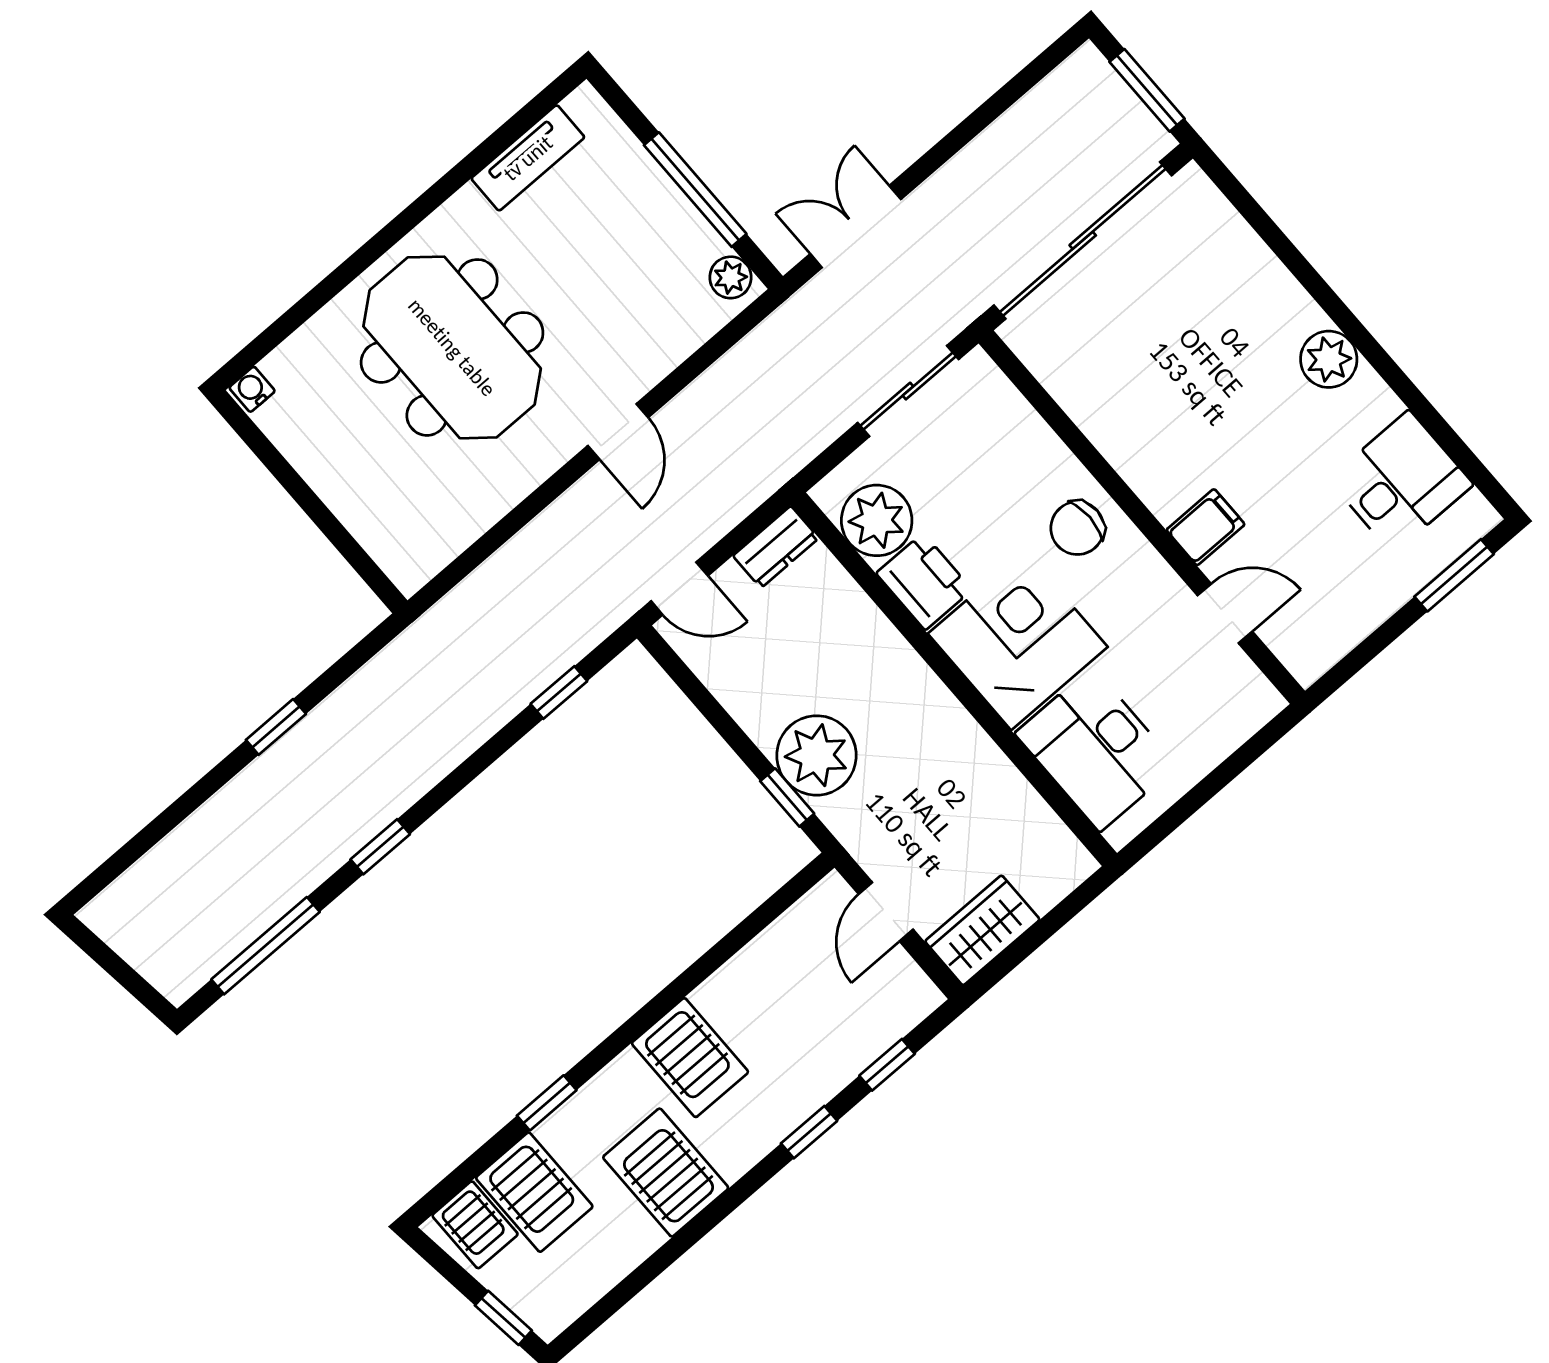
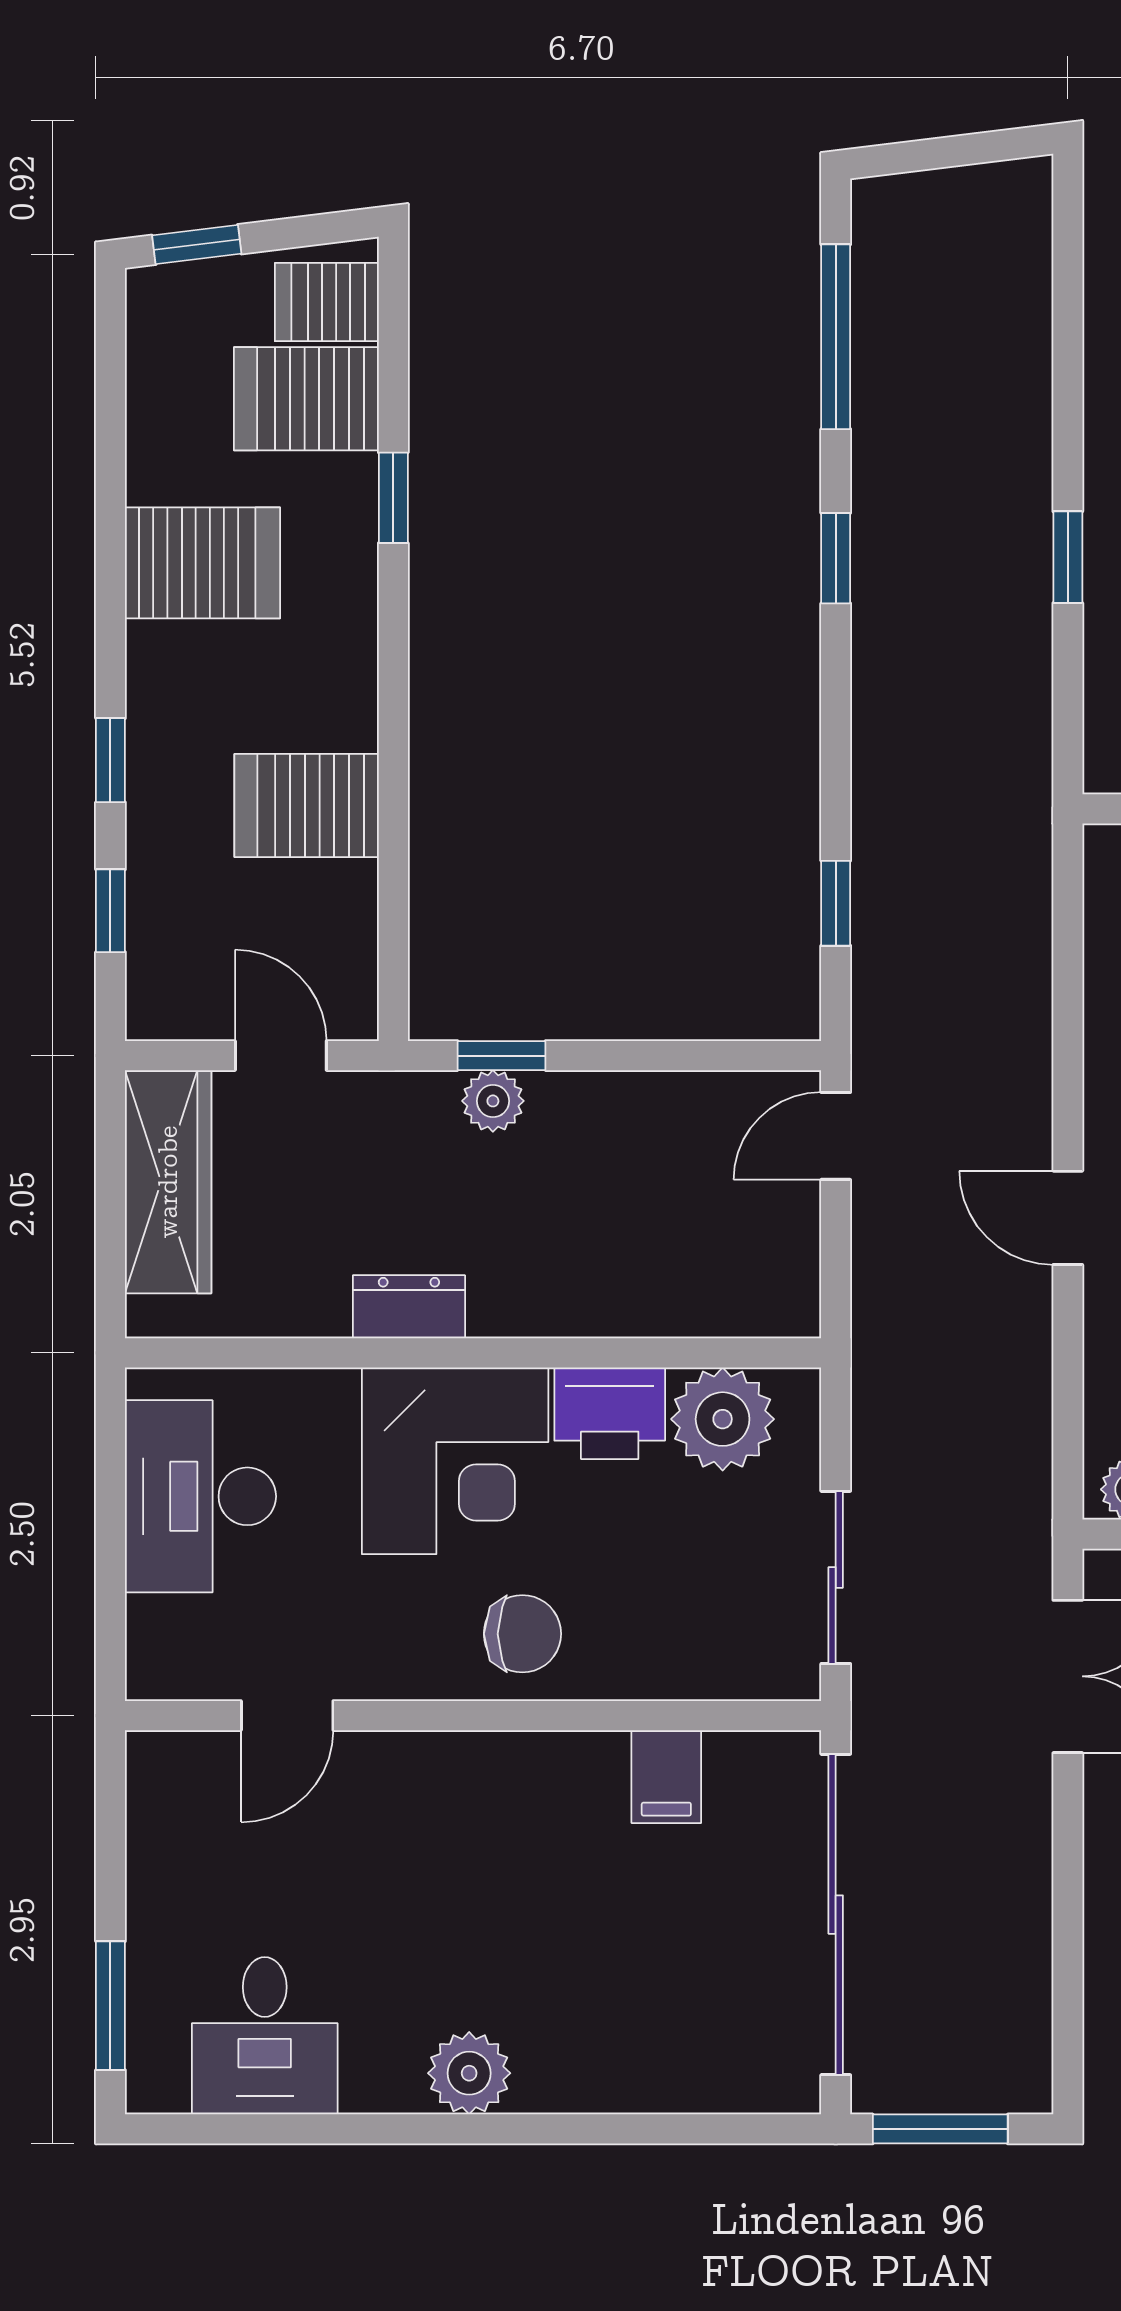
filing cabinet: (1206, 527) -> (666, 1777), moved
chair: (1077, 528) -> (522, 1634), turned 90
dresser: (776, 547) -> (409, 1307), moved, turned 90
desk: (1096, 749) -> (200, 1496), moved, turned -90
plant: (816, 755) -> (493, 1101), width x0.53, depth x0.53
wardrobe: (982, 930) -> (168, 1182), width x1.50
server rack: (690, 1058) -> (307, 805), moved

